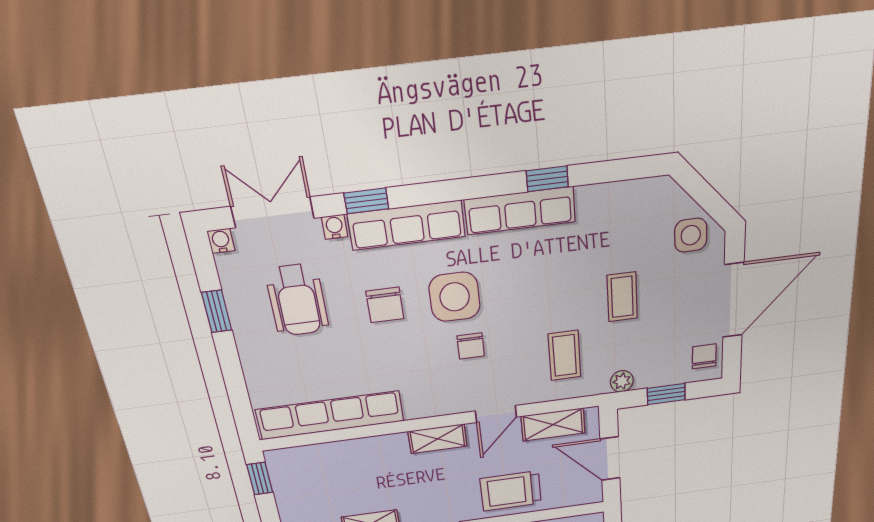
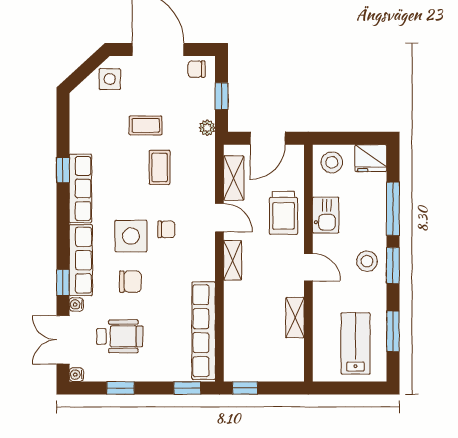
coffee table: (565, 355) -> (160, 167), moved, turned 90
window: (241, 405) -> (187, 388), added

